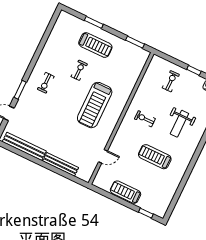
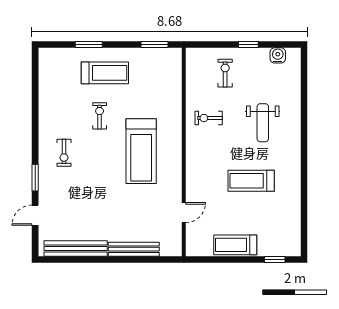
exercise bike: (145, 119) -> (209, 118), moved

